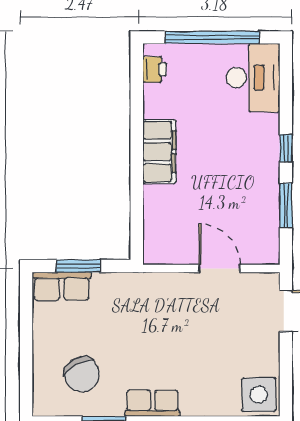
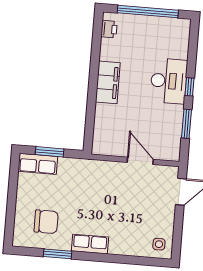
desk: (253, 78) -> (169, 81), moved
chair: (82, 374) -> (46, 222), turned -61
side table: (259, 395) -> (159, 244), width x0.54, depth x0.54

